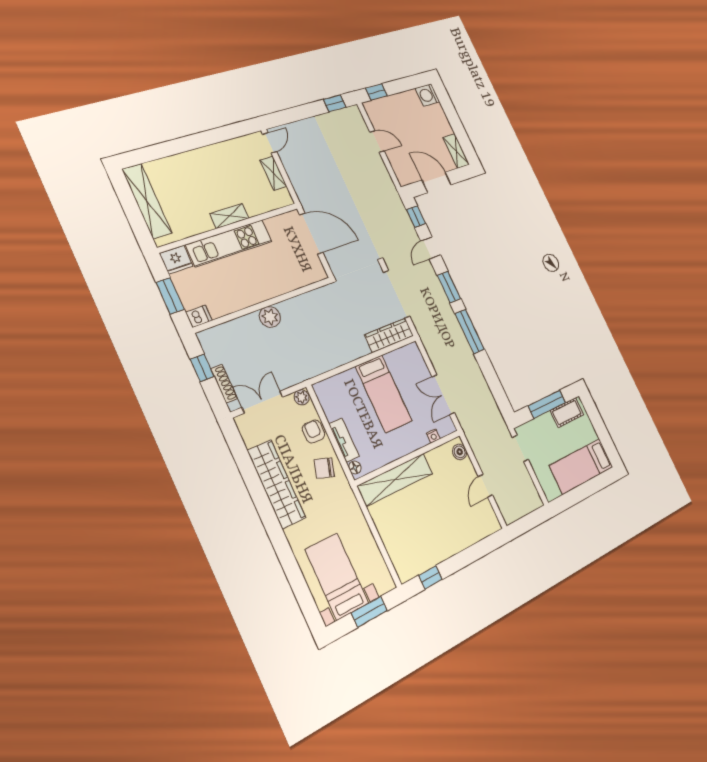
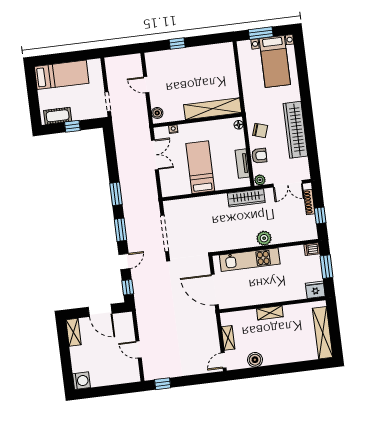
window: (376, 92) -> (125, 388), removed
boiler: (229, 150) -> (255, 360), added
kitchen unit: (229, 243) -> (250, 260), moved, turned 180
window: (470, 332) -> (116, 194), width x0.69
wardrobe: (389, 335) -> (246, 198), moved
window: (547, 404) -> (72, 126), width x0.46
armchair: (314, 431) -> (259, 156), turned -90
tv unit: (344, 440) -> (242, 164), moved
door: (485, 486) -> (146, 85), swing flipped
window: (430, 577) -> (177, 44), moved

